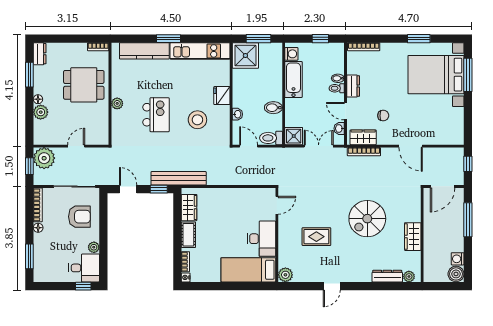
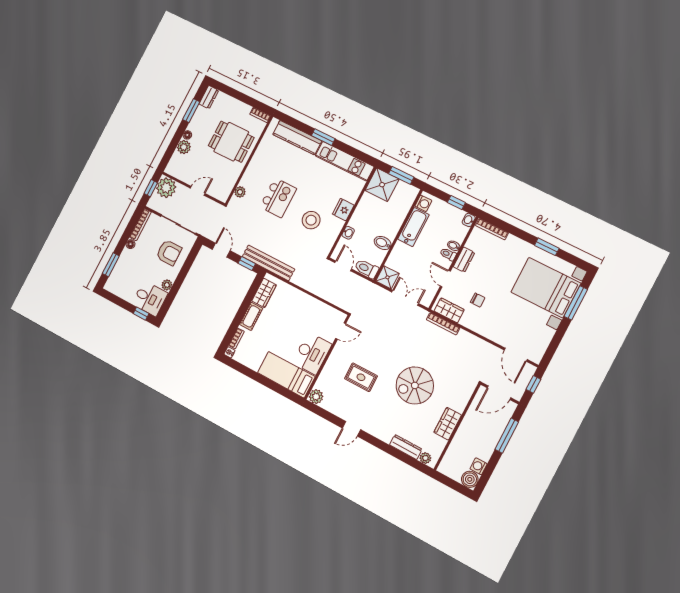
plant: (117, 103) -> (240, 192), moved
washbasin: (339, 128) -> (469, 220), moved
door: (411, 146) -> (516, 355), moved

